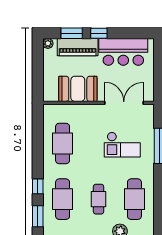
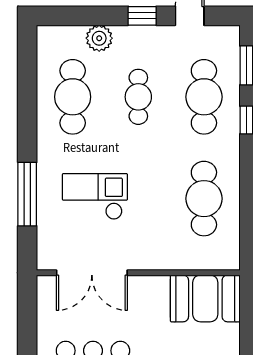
booth: (78, 89) -> (205, 298), moved

